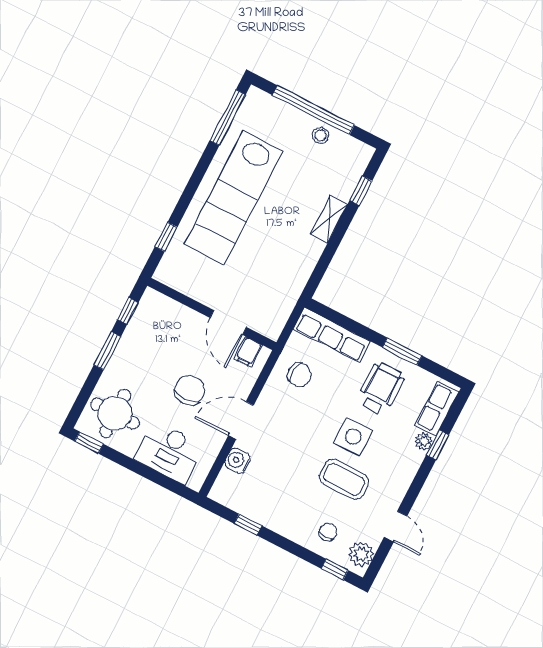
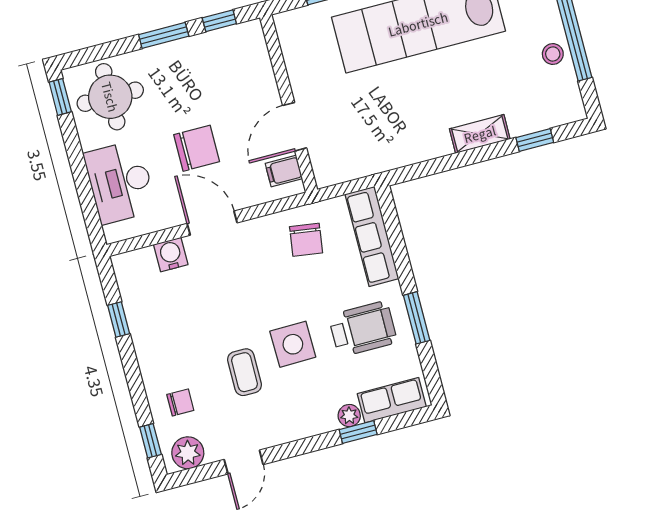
coffee table: (344, 479) -> (244, 372), width x0.73, depth x0.77

